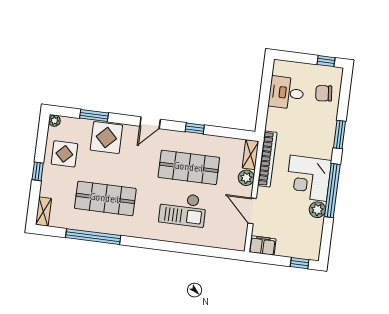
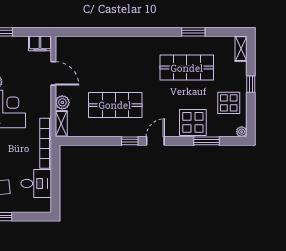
window: (195, 128) -> (130, 141), moved
bookcase: (267, 159) -> (46, 143), moved
checkout: (183, 209) -> (116, 67), removed
window: (93, 237) -> (193, 32), width x0.47

